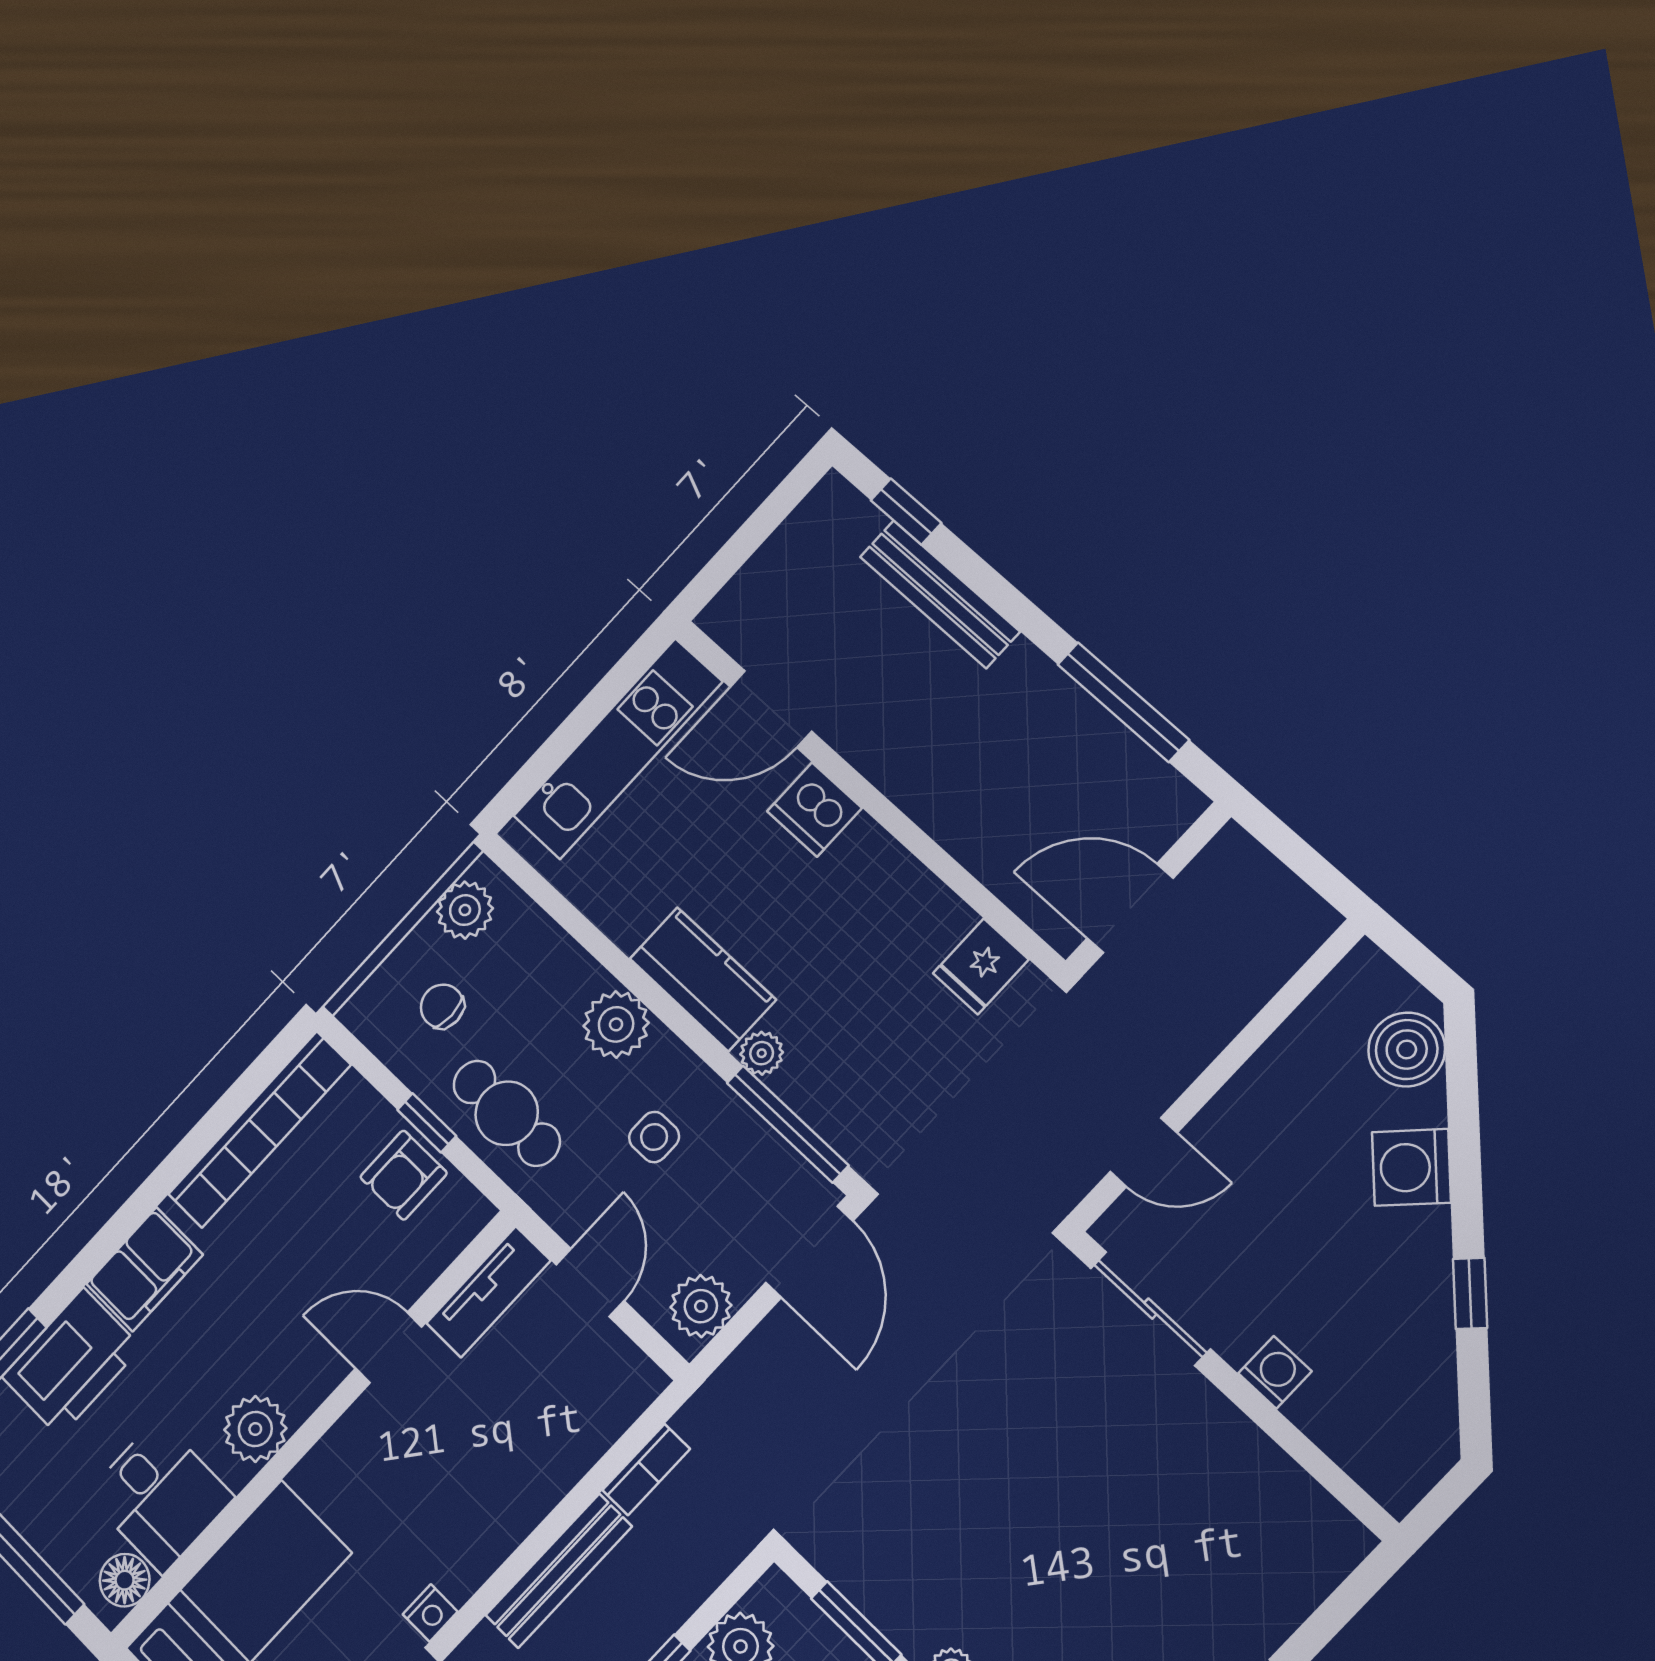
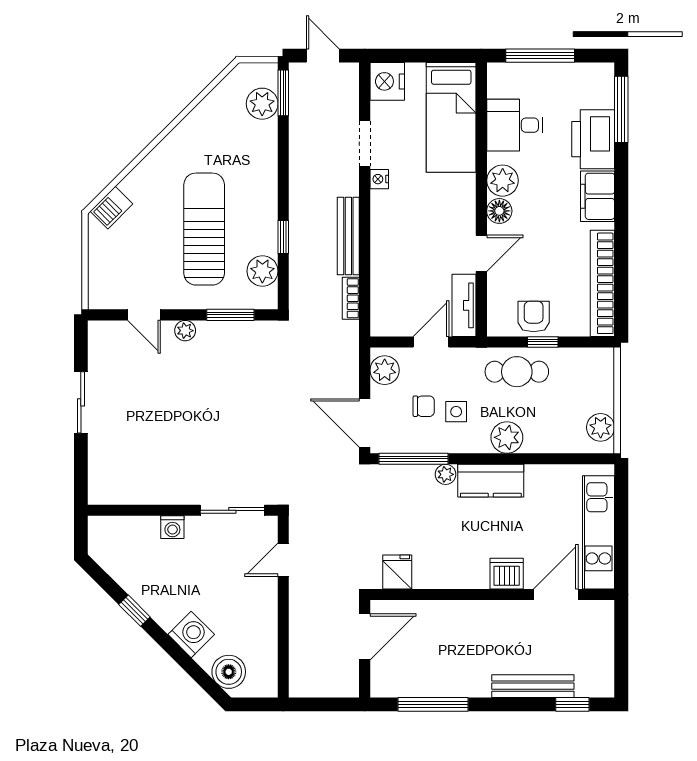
chair: (442, 1006) -> (424, 406), moved
door: (590, 1283) -> (431, 342), swing flipped
floor lamp: (125, 1580) -> (499, 211), moved

